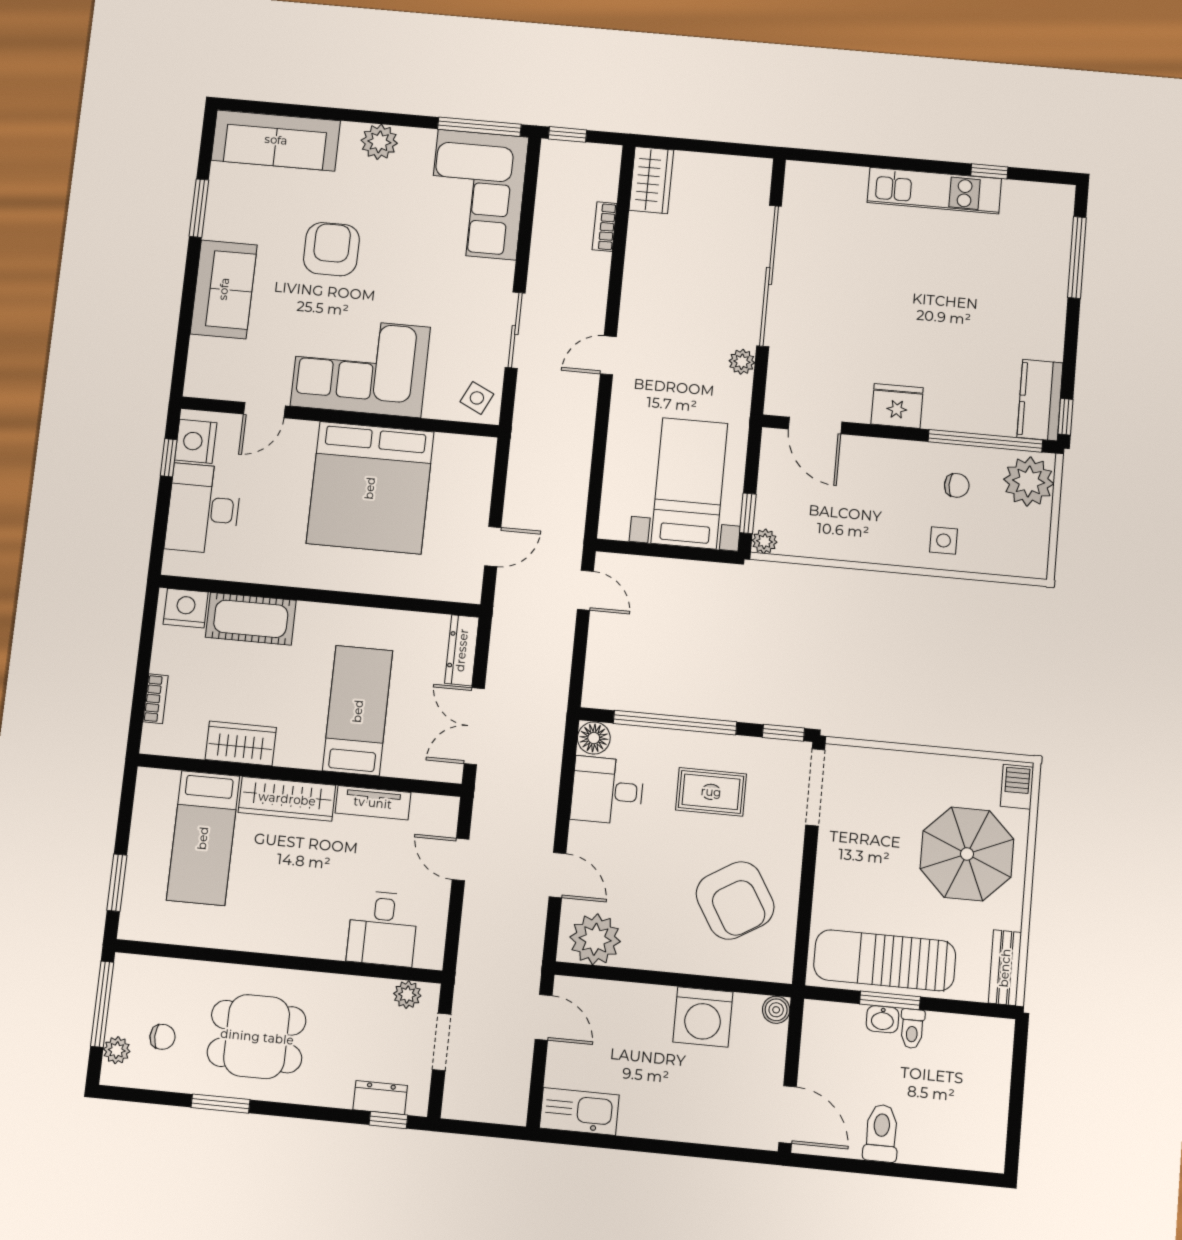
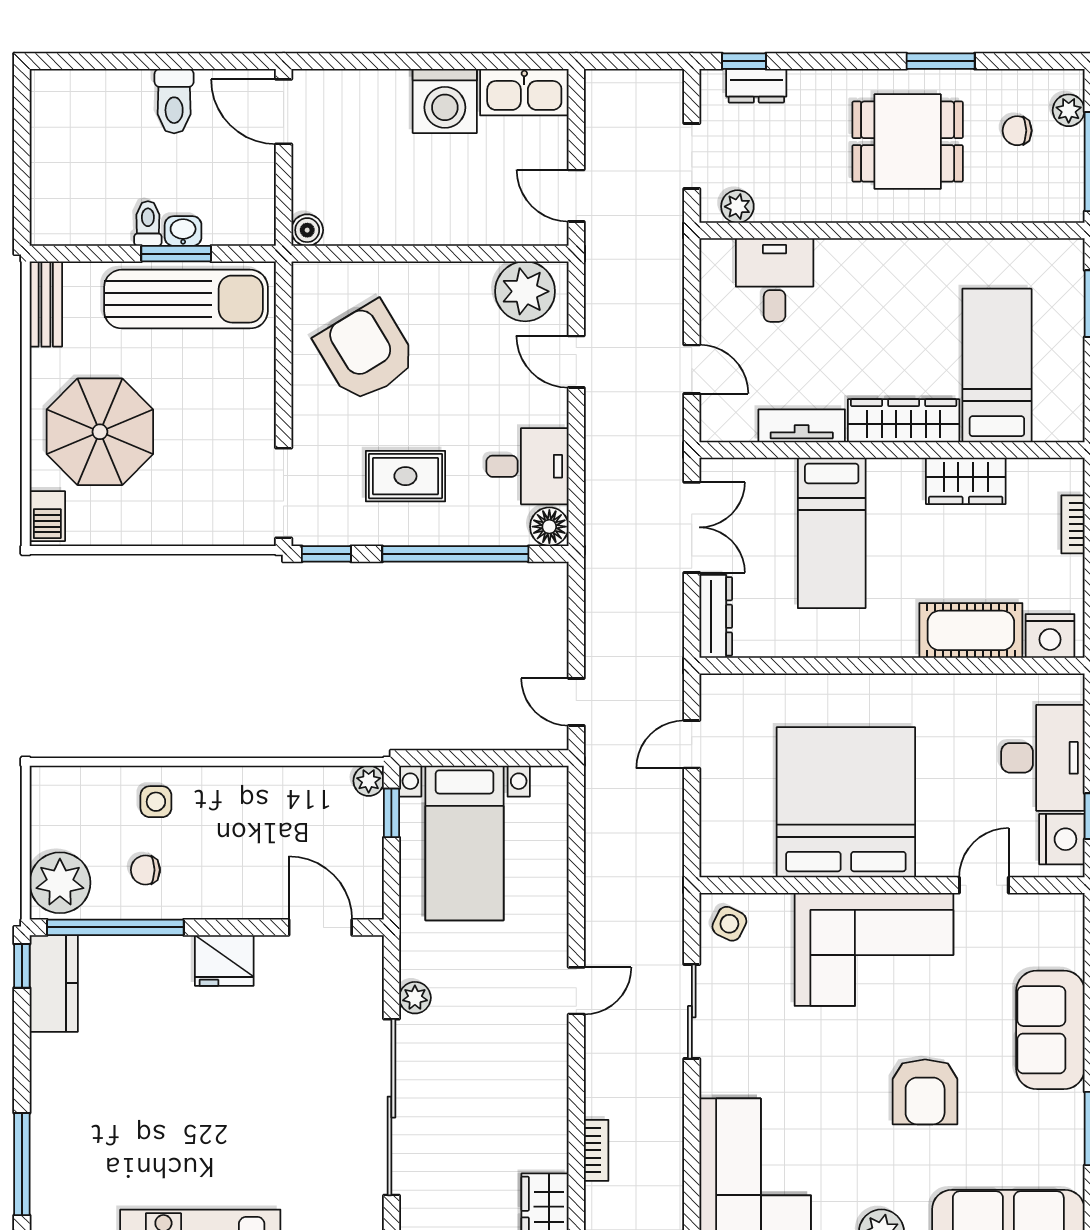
washing machine: (703, 1017) -> (445, 101), moved, turned 180

